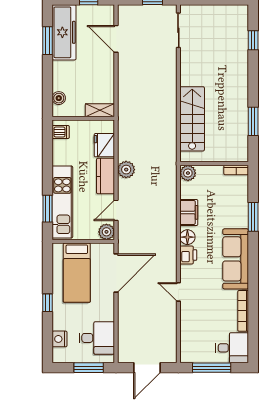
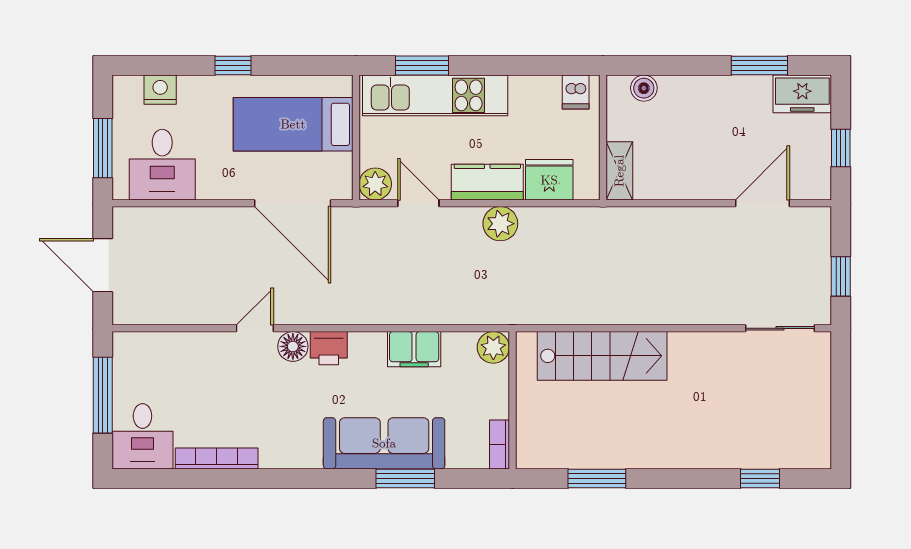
freezer: (64, 32) -> (802, 94), width x0.52, depth x0.79
floor lamp: (187, 237) -> (293, 346), moved
sofa: (236, 259) -> (384, 443), moved

